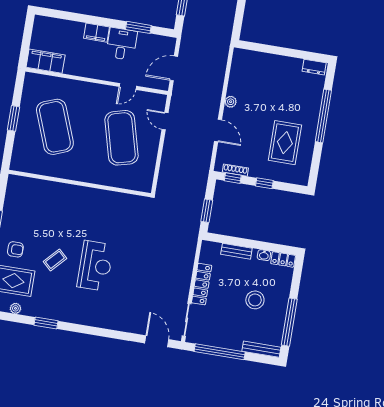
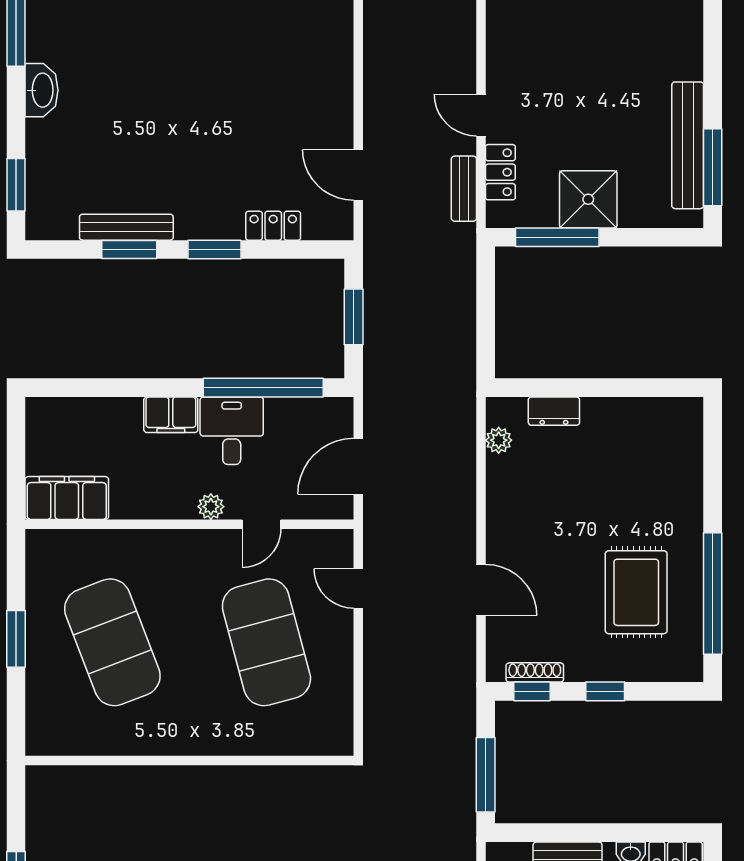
window: (138, 27) -> (263, 388), width x2.11
dresser: (314, 67) -> (554, 411), moved
plant: (107, 75) -> (211, 507), added
plant: (231, 102) -> (499, 440), moved
window: (323, 116) -> (713, 593), moved
window: (207, 211) -> (486, 775), width x1.44

